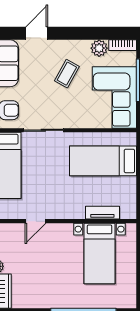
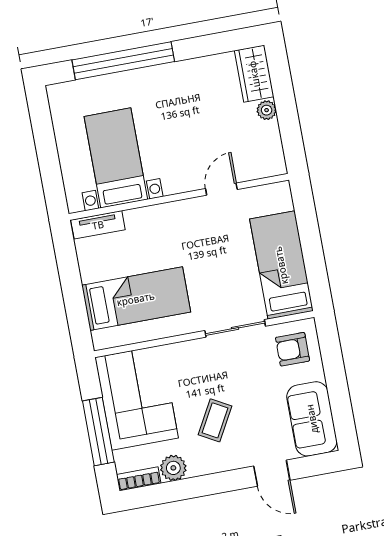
door: (37, 33) -> (272, 473), hinge flipped
tv unit: (102, 213) -> (98, 225), moved

